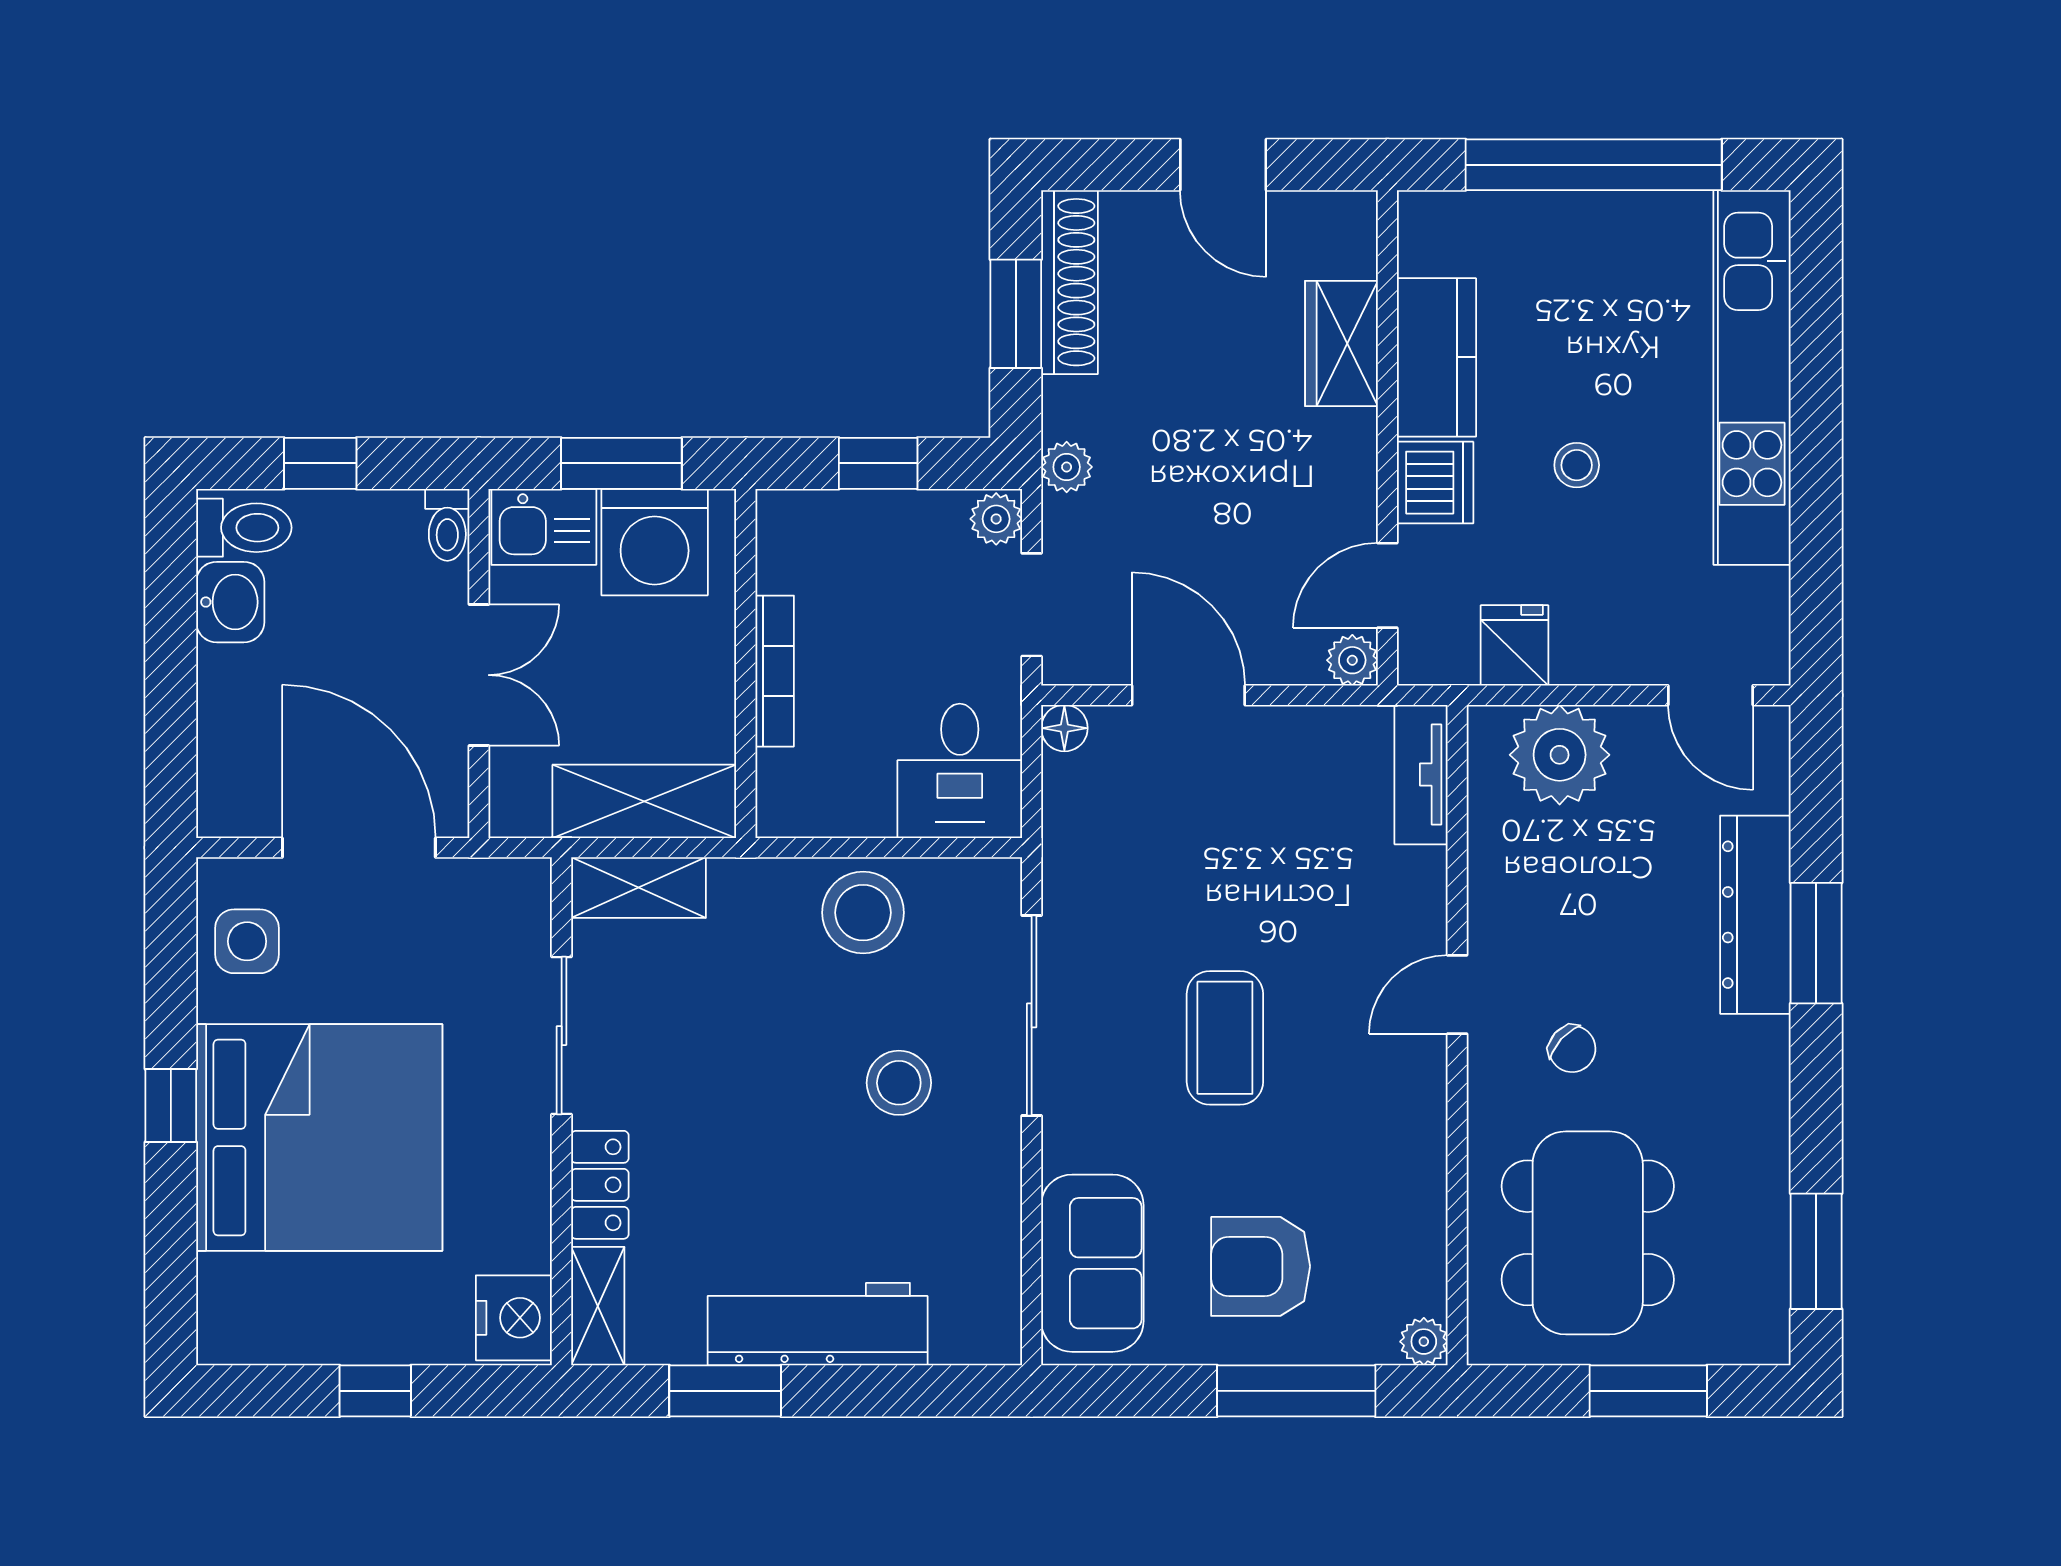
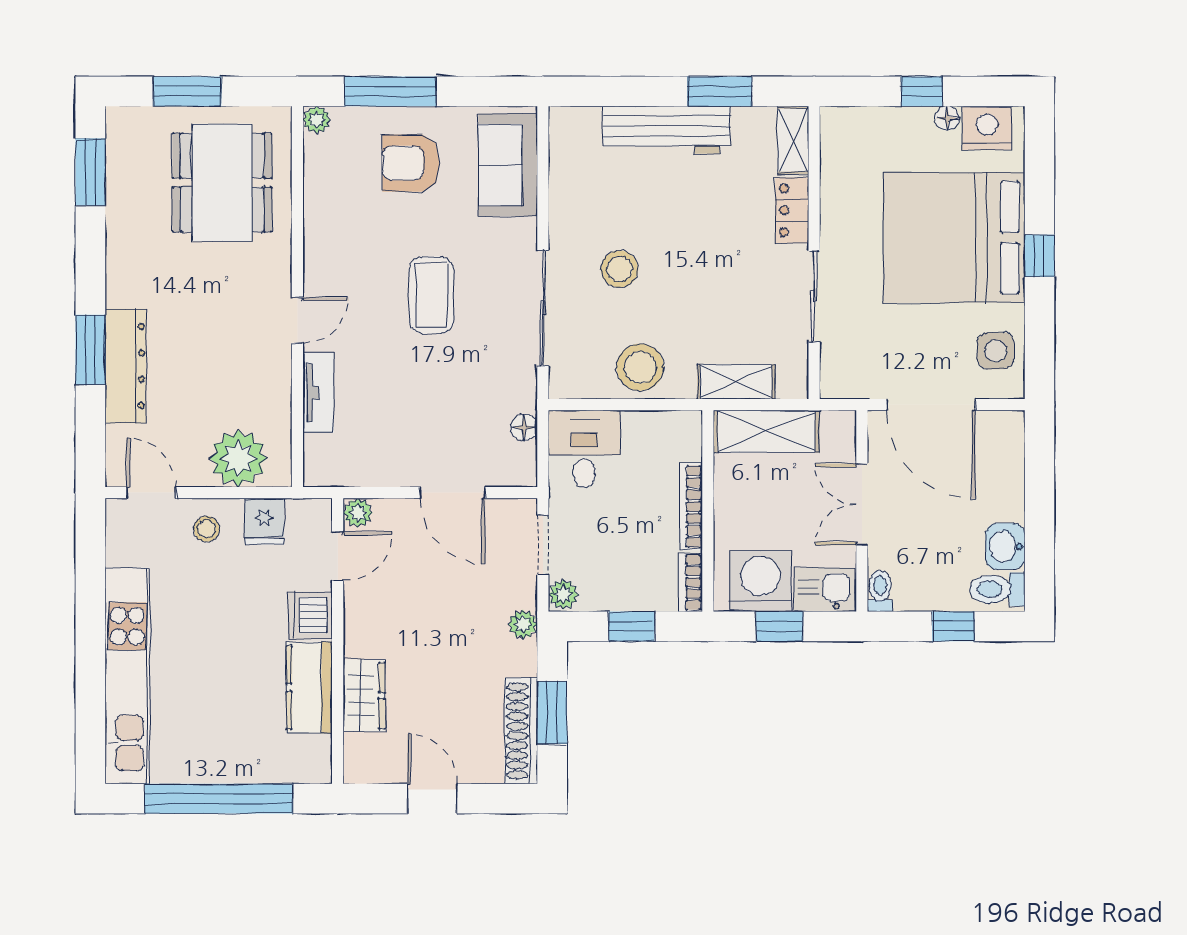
window: (621, 463) -> (780, 626), width x0.67
stool: (1577, 465) -> (207, 529), moved
bookcase: (776, 540) -> (691, 582), added
floor lamp: (1064, 728) -> (524, 427), moved
tv unit: (1421, 775) -> (318, 393), moved
shelving: (638, 888) -> (736, 382), moved
chair: (1572, 1049) -> (231, 289), removed
armchair: (1261, 1266) -> (411, 163), turned 180
nightstand: (514, 1318) -> (987, 128), moved, turned 90
floor lamp: (331, 1344) -> (947, 118), added

